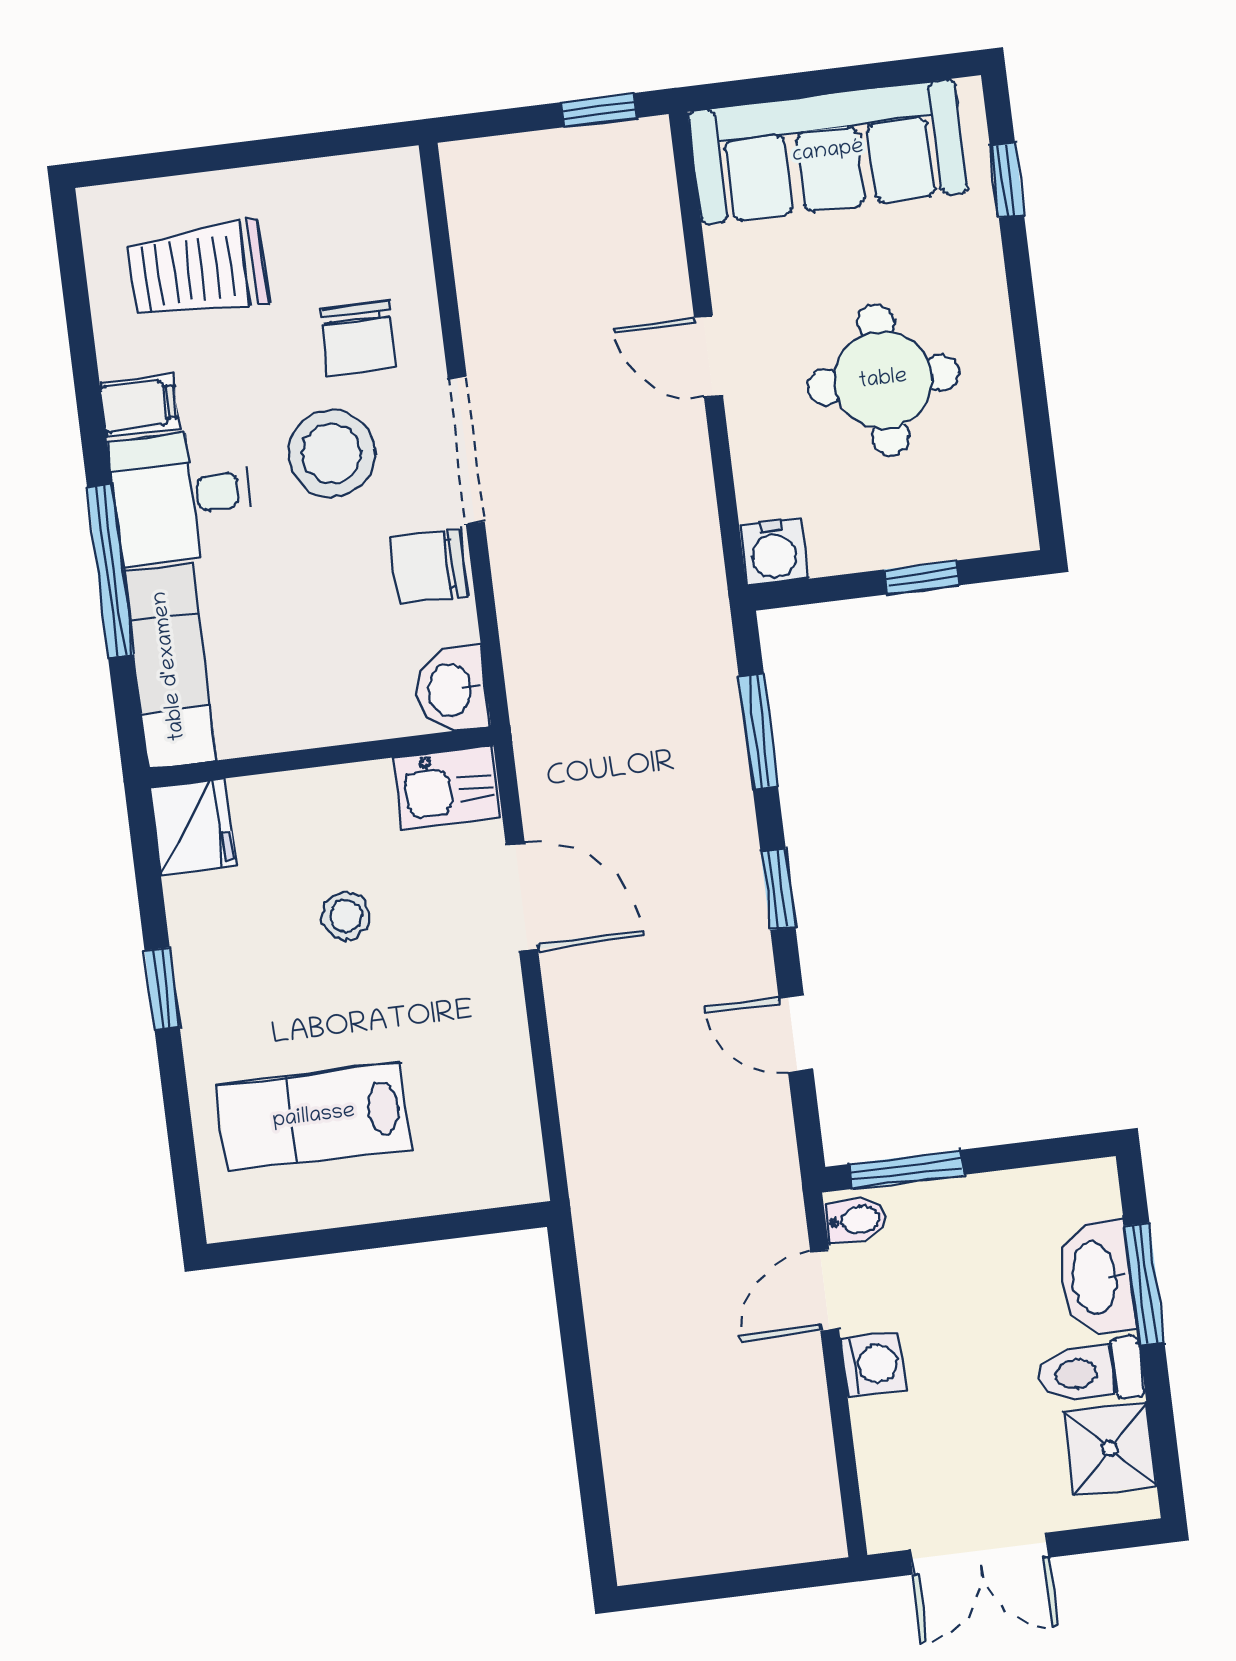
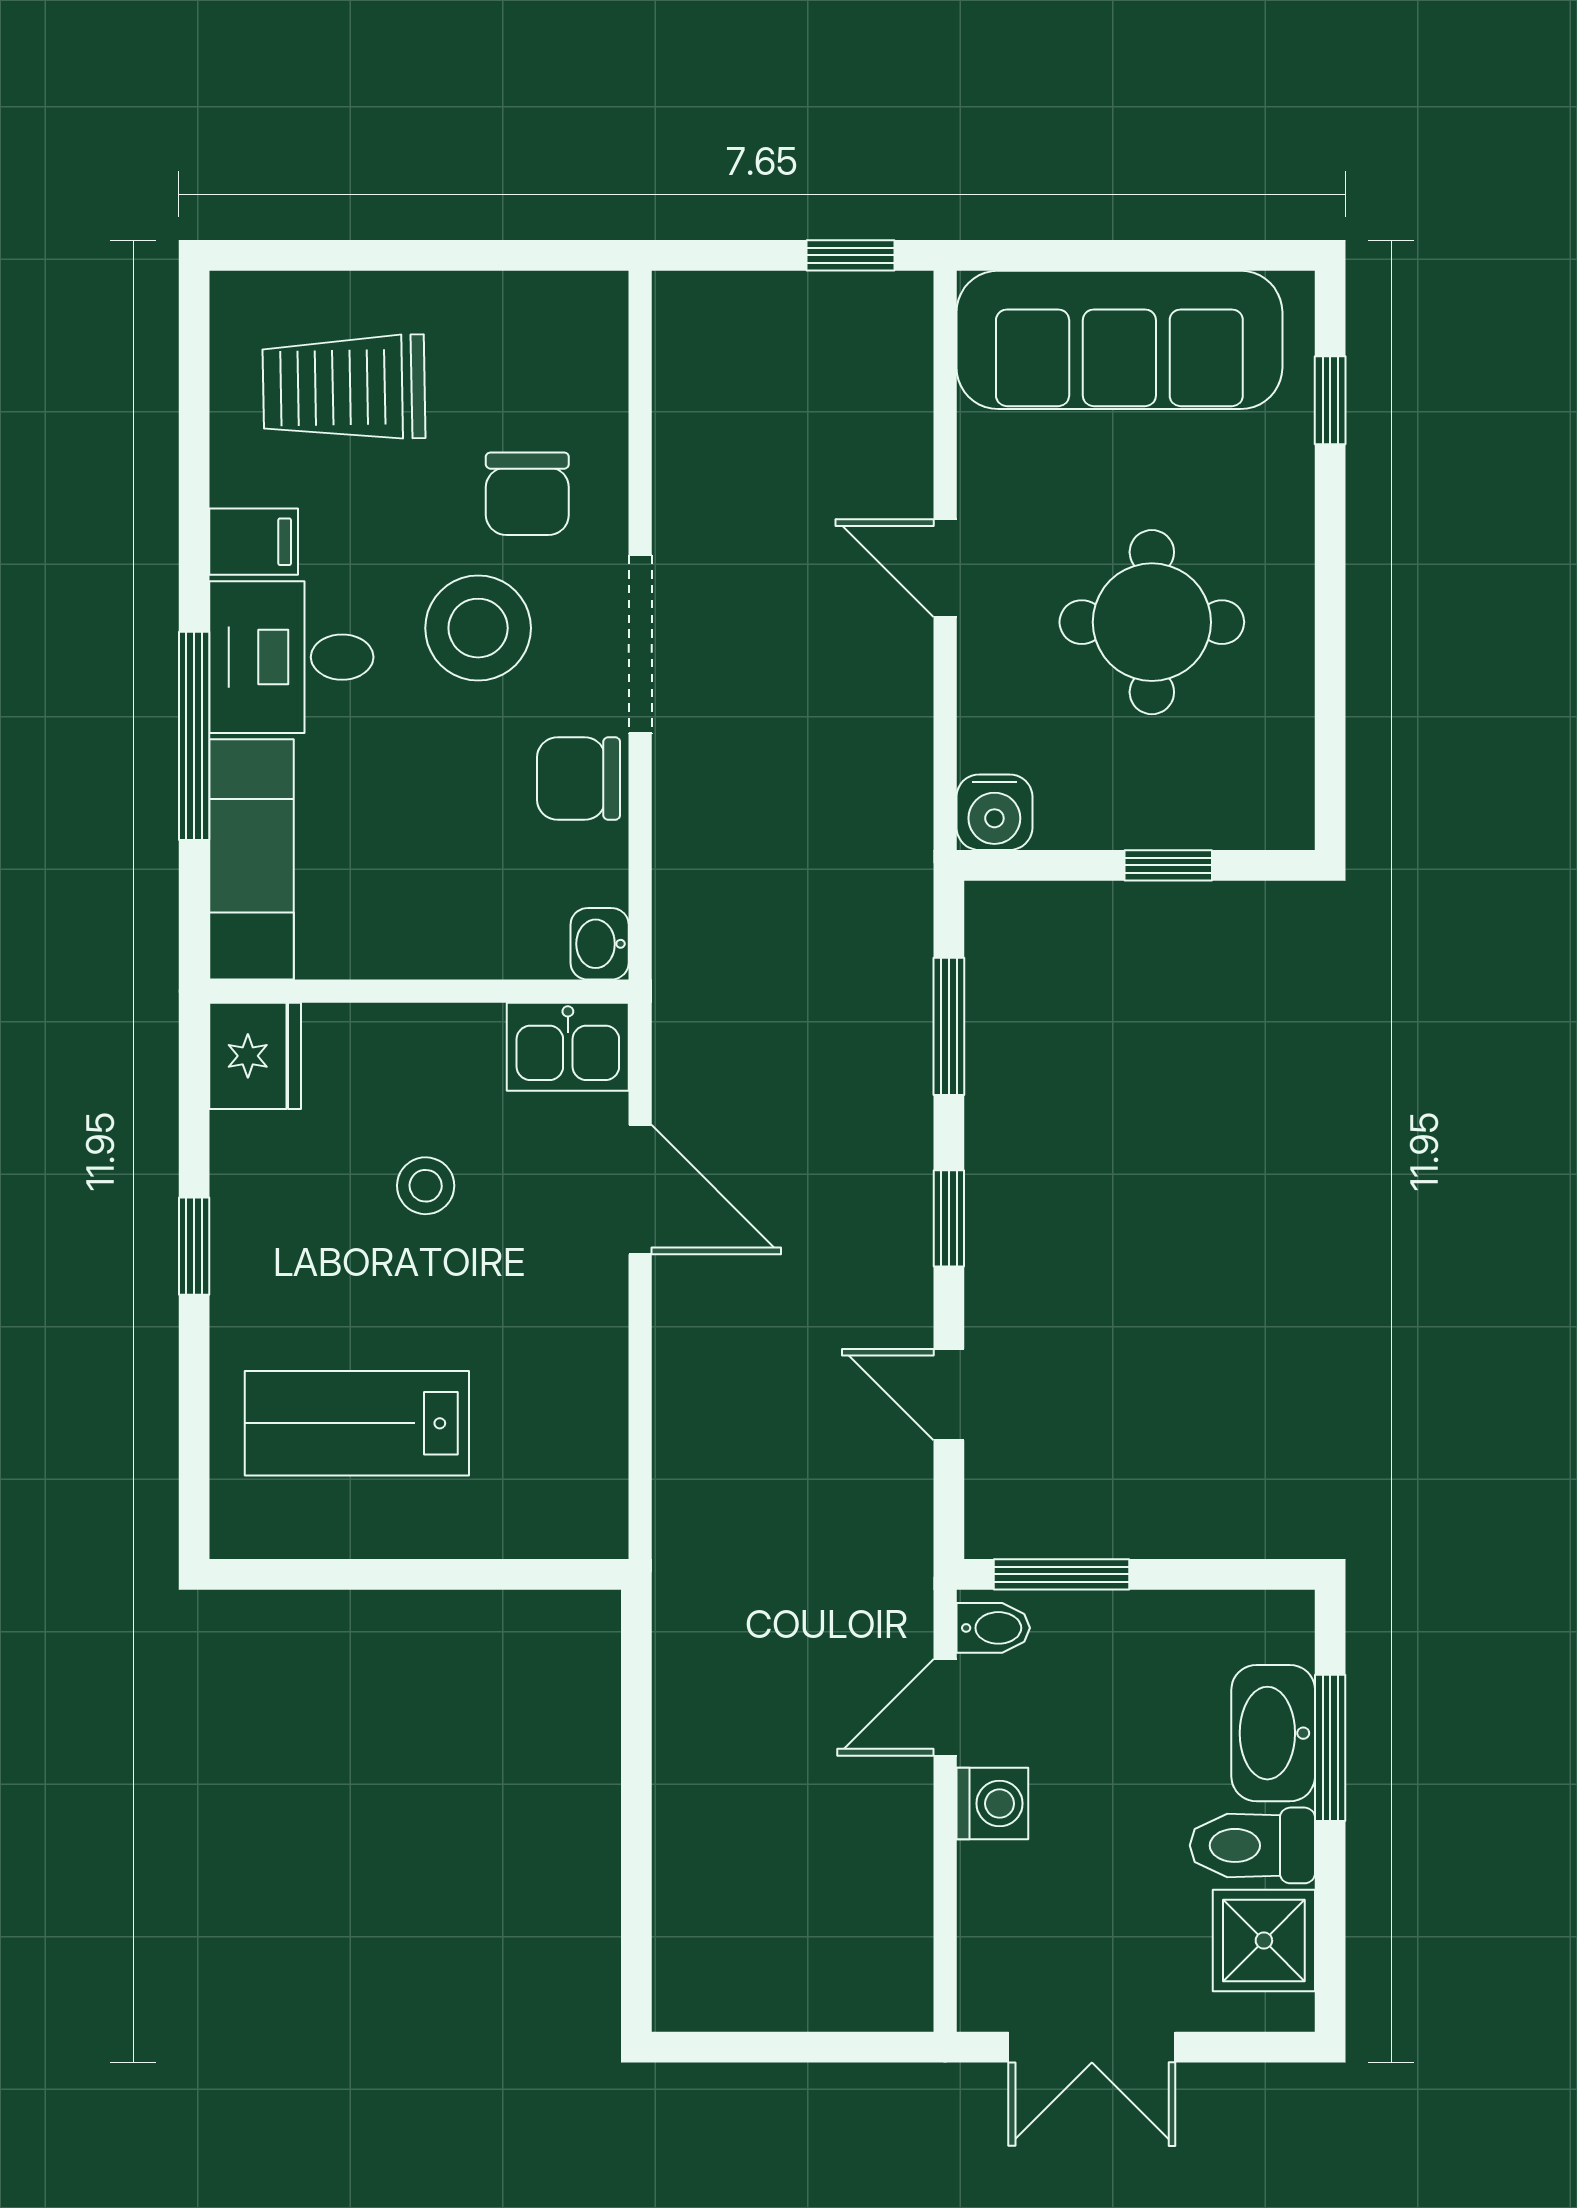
washbasin: (452, 690) -> (600, 944), width x0.72, depth x0.69

